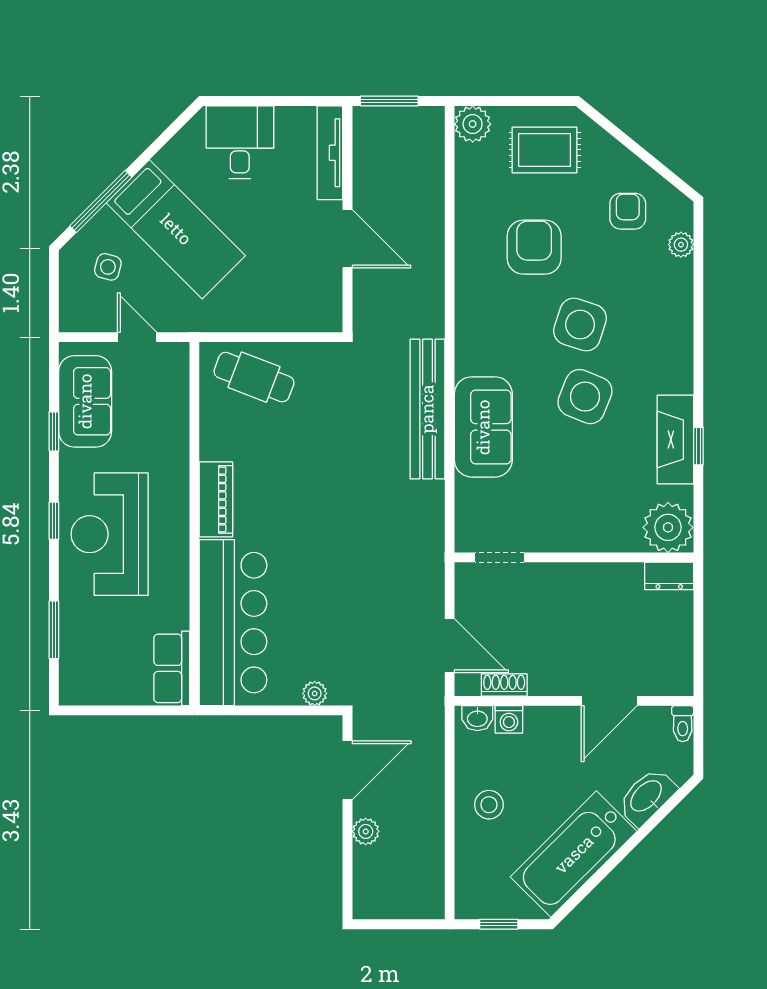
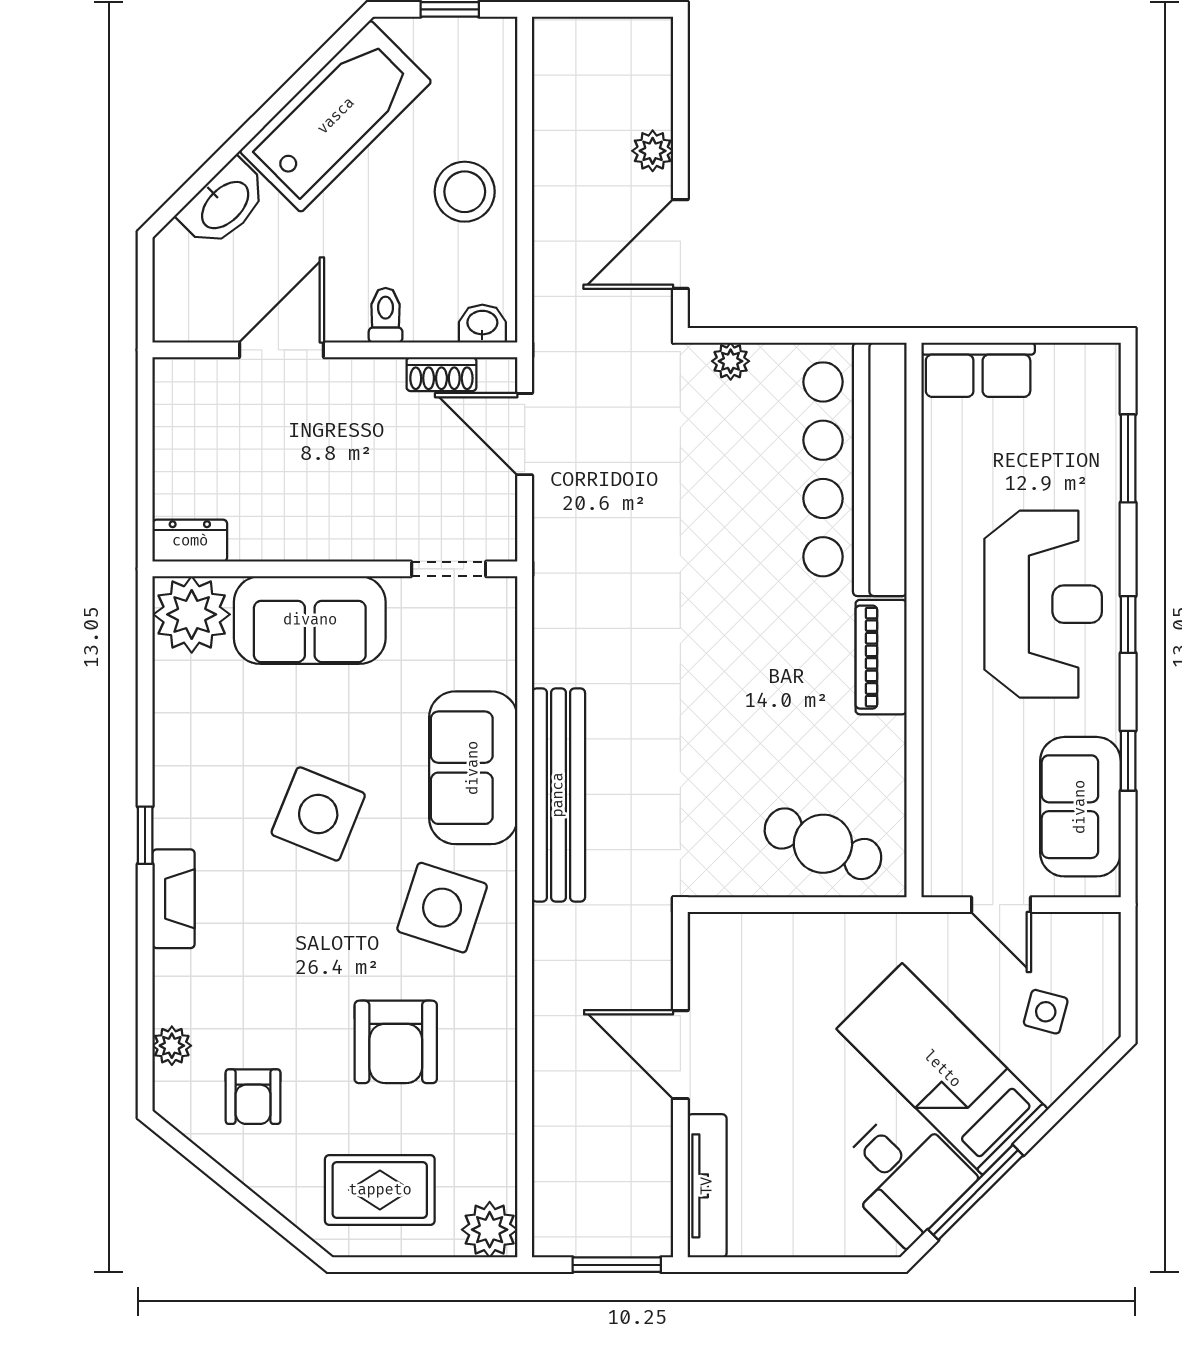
desk: (240, 142) -> (904, 1175), moved, turned -45
window: (101, 201) -> (976, 1192), moved
side table: (580, 325) -> (442, 908), moved
fireplace: (675, 440) -> (174, 899), moved, width x0.73, depth x0.76
window: (698, 446) -> (145, 835), moved
sofa: (591, 524) -> (310, 620), added
row of seats: (172, 668) -> (978, 370), moved, turned 90
washing machine: (509, 719) -> (434, 322), removed
toilet: (683, 724) -> (386, 315), moved
stool: (489, 805) -> (465, 192), width x1.38, depth x1.38

